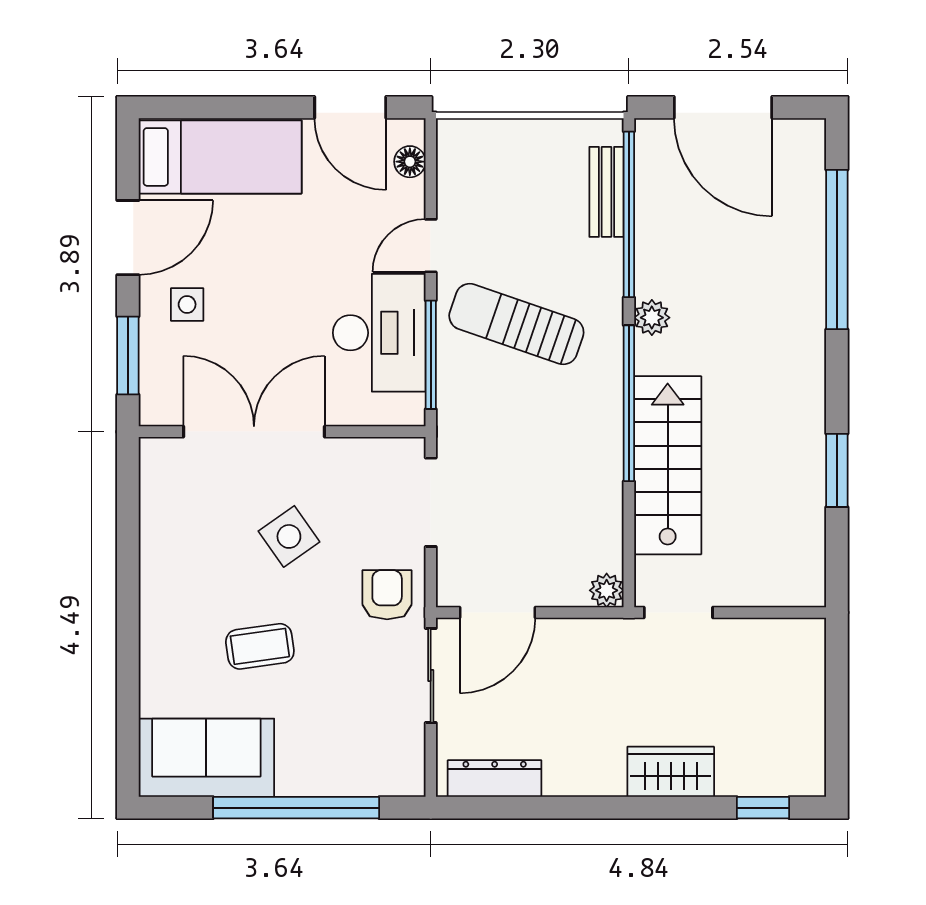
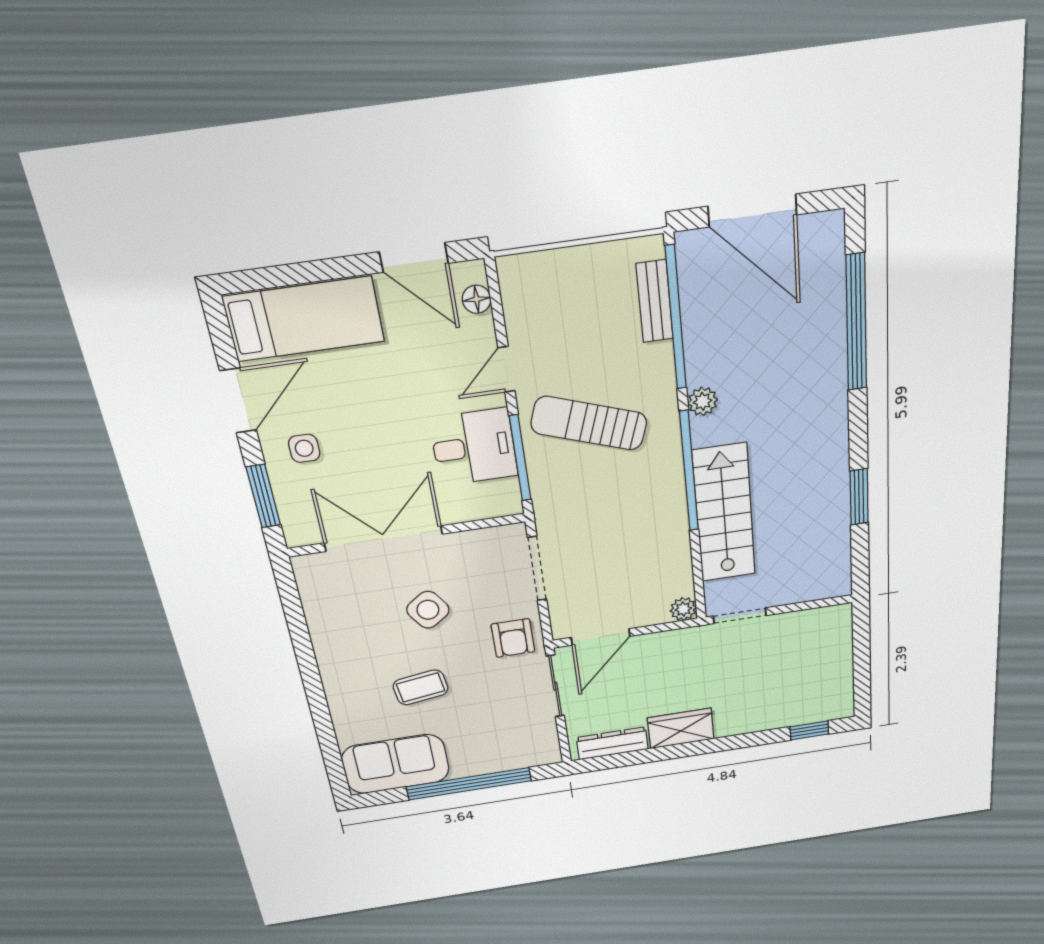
desk: (379, 333) -> (474, 447), width x0.73
armchair: (387, 595) -> (513, 638), turned 180
wardrobe: (671, 772) -> (681, 728), moved

